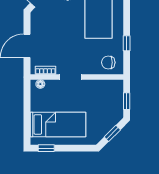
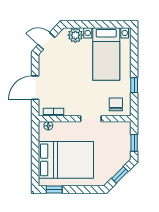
chair: (108, 62) -> (116, 104), turned 90
doorway: (71, 77) -> (91, 119), moved
bed: (58, 124) -> (66, 160), width x1.50

